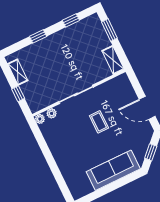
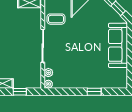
coffee table: (99, 122) -> (56, 19), moved
window: (55, 169) -> (94, 92), added

